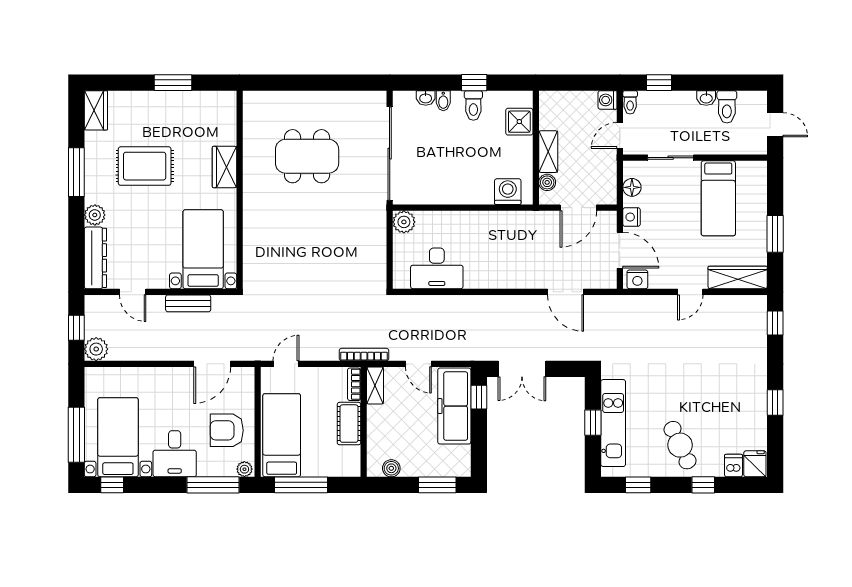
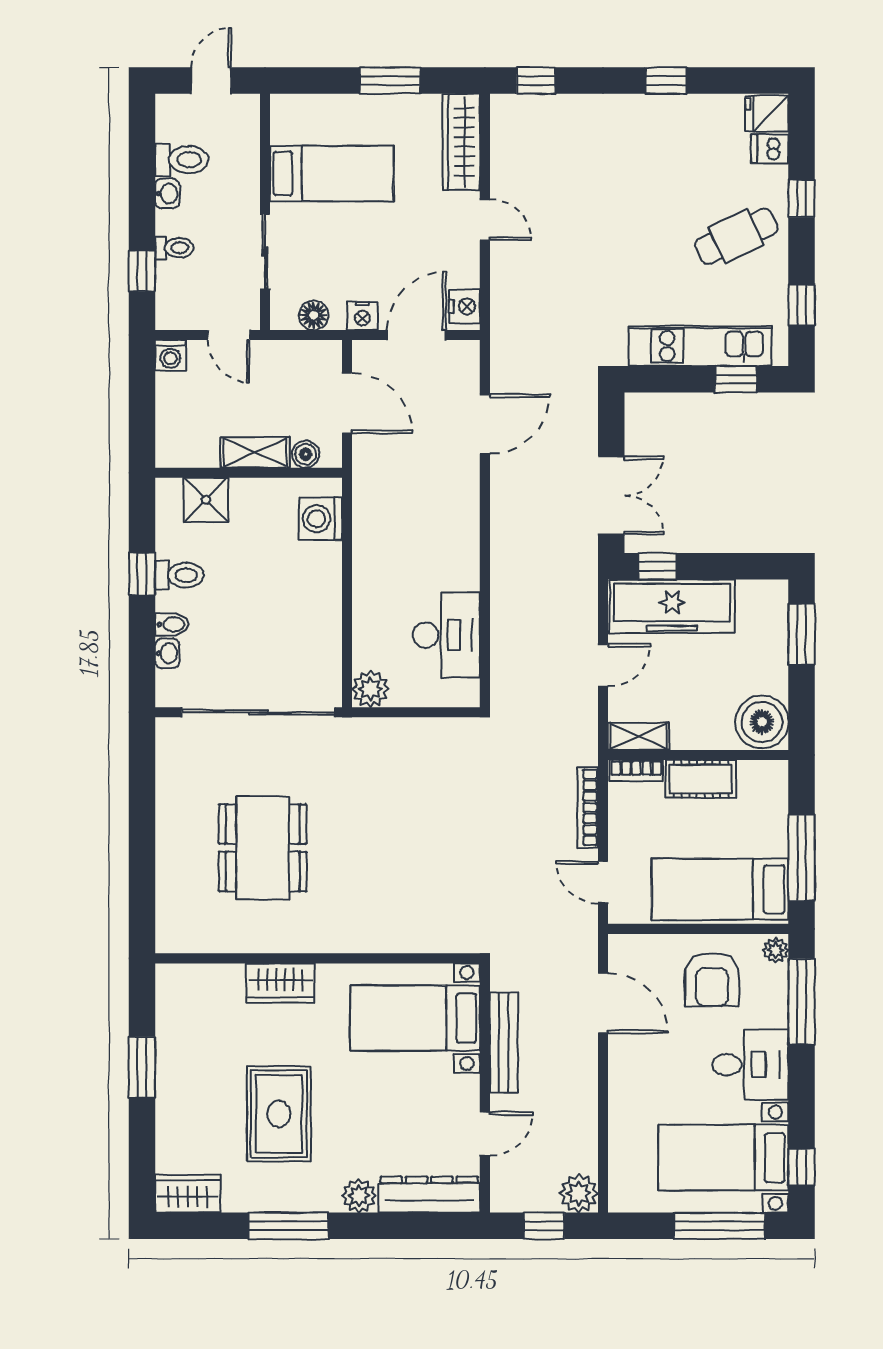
toilet: (630, 102) -> (174, 248), moved
bench: (188, 303) -> (504, 1043), width x1.36
bookcase: (364, 355) -> (588, 807), moved
window: (593, 423) -> (736, 379), moved
boiler: (391, 468) -> (762, 722), width x1.86, depth x1.86

